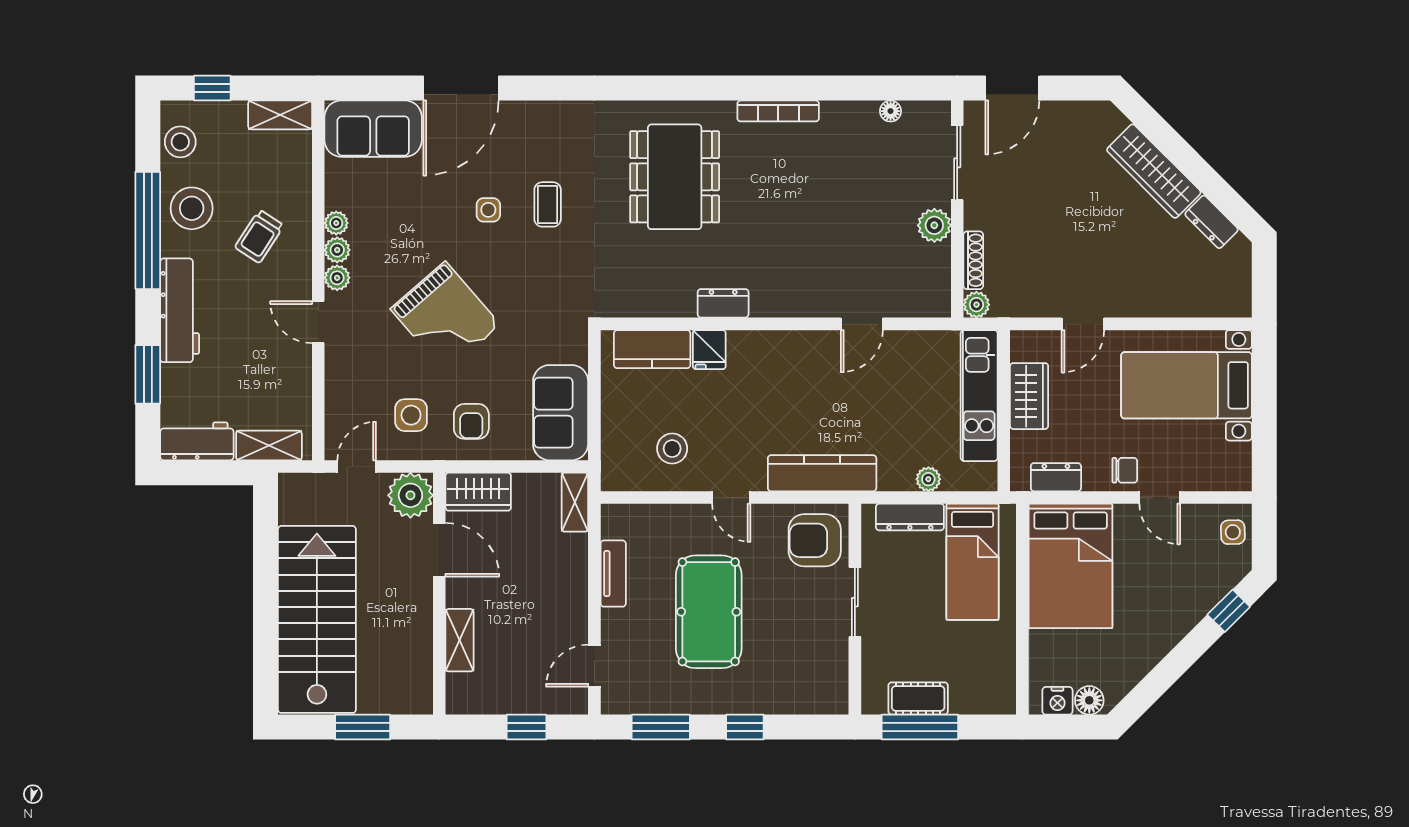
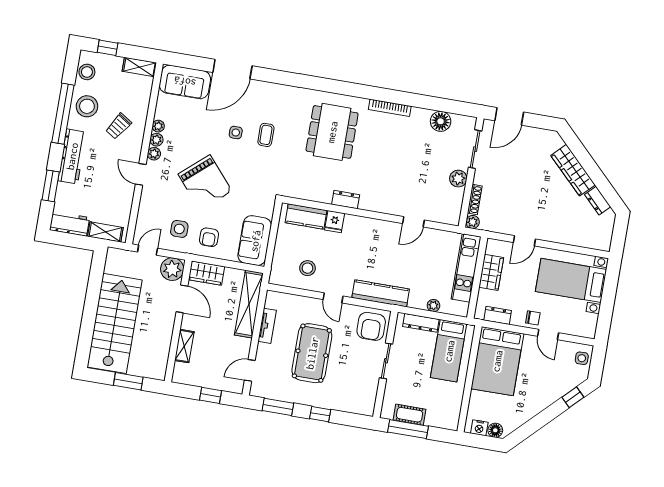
floor lamp: (891, 111) -> (441, 121), width x1.89, depth x1.89
shelving: (575, 502) -> (249, 304), width x2.20, depth x1.33
armchair: (815, 540) -> (371, 326), turned -90

